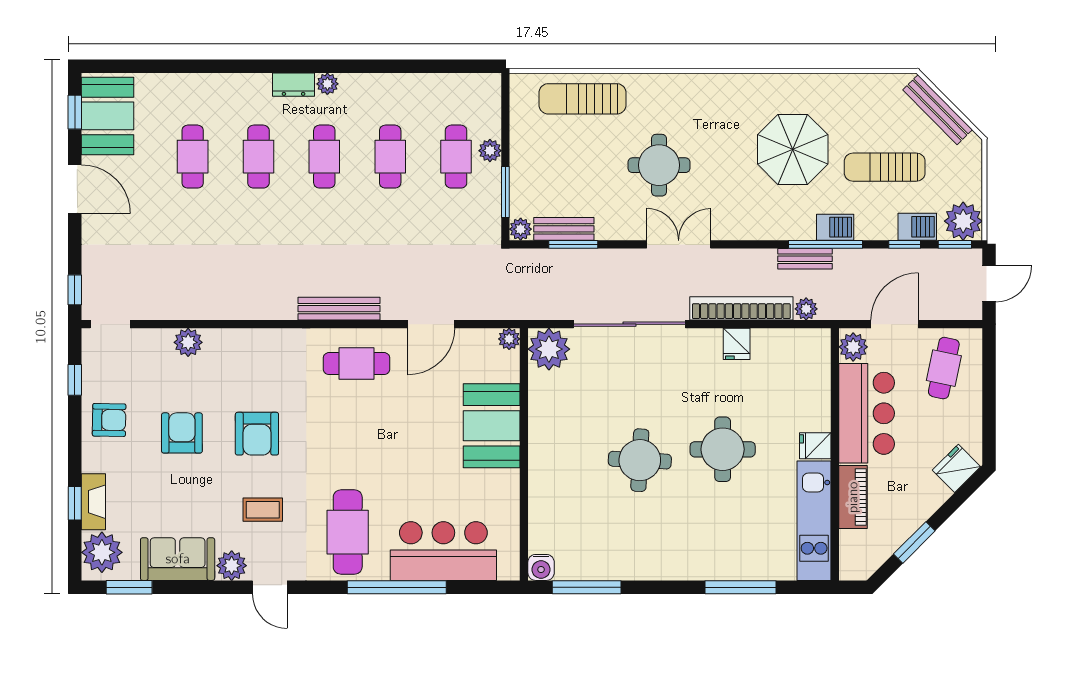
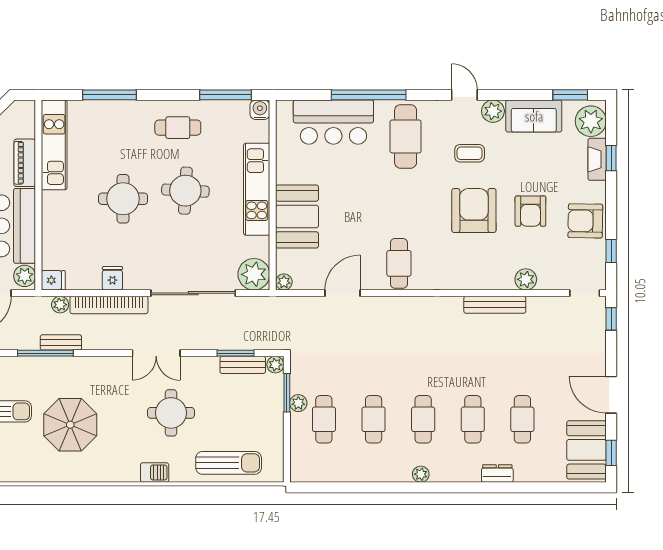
dresser: (294, 85) -> (497, 474), moved
plant: (490, 151) -> (298, 403), moved
barbecue: (835, 227) -> (155, 472), moved, turned 180
bench: (339, 309) -> (495, 305), moved
cafe table: (357, 364) -> (399, 263), turned 90
armchair: (109, 420) -> (585, 221), width x1.38, depth x1.38
armchair: (257, 434) -> (474, 211), width x1.36, depth x1.36
fridge: (815, 446) -> (53, 280), moved
kitchen unit: (545, 462) -> (257, 189), added
cafe table: (650, 544) -> (178, 128), added

